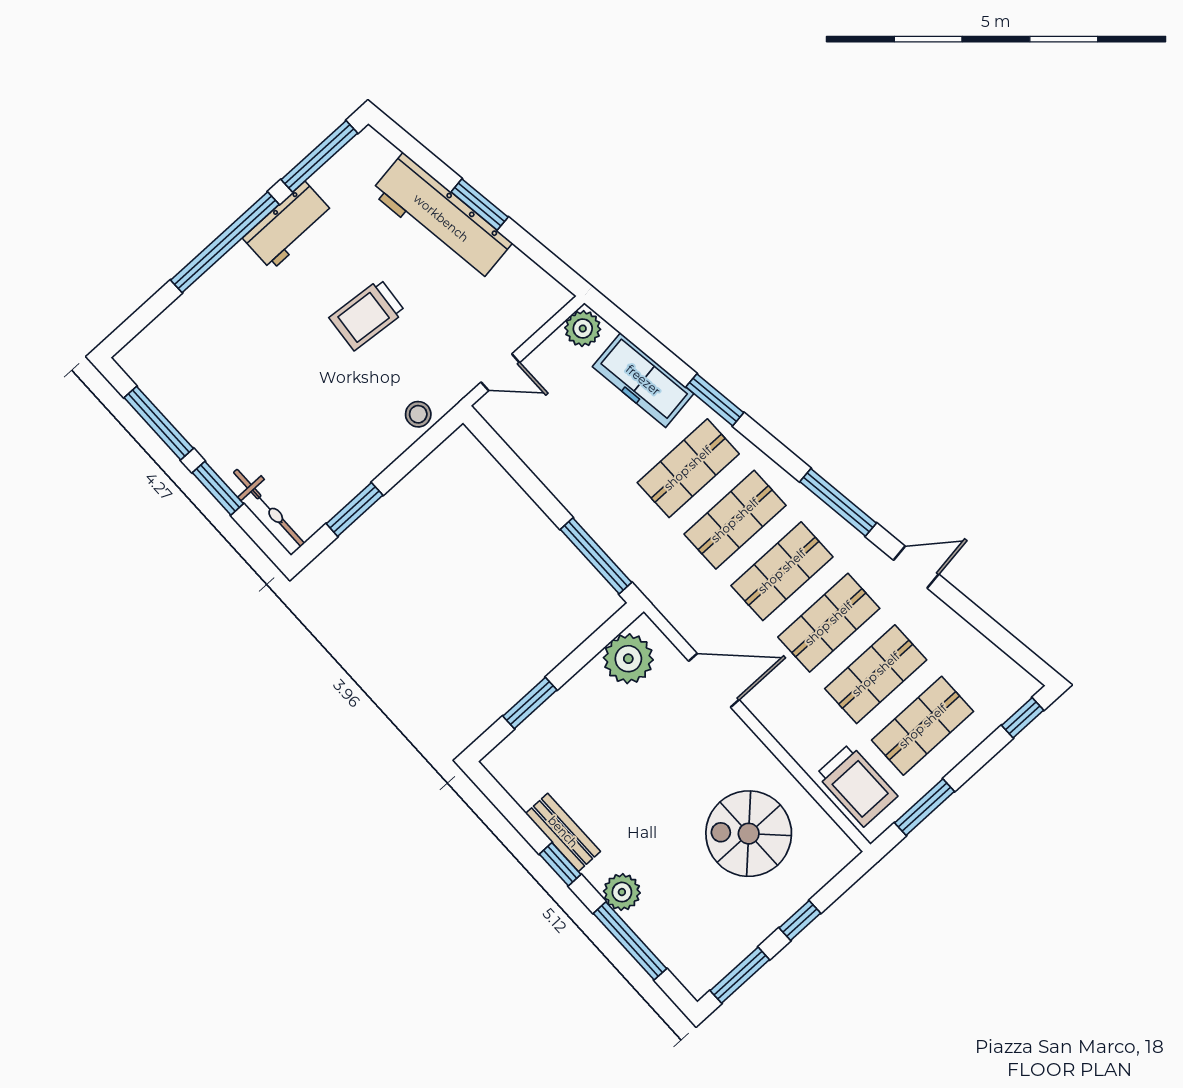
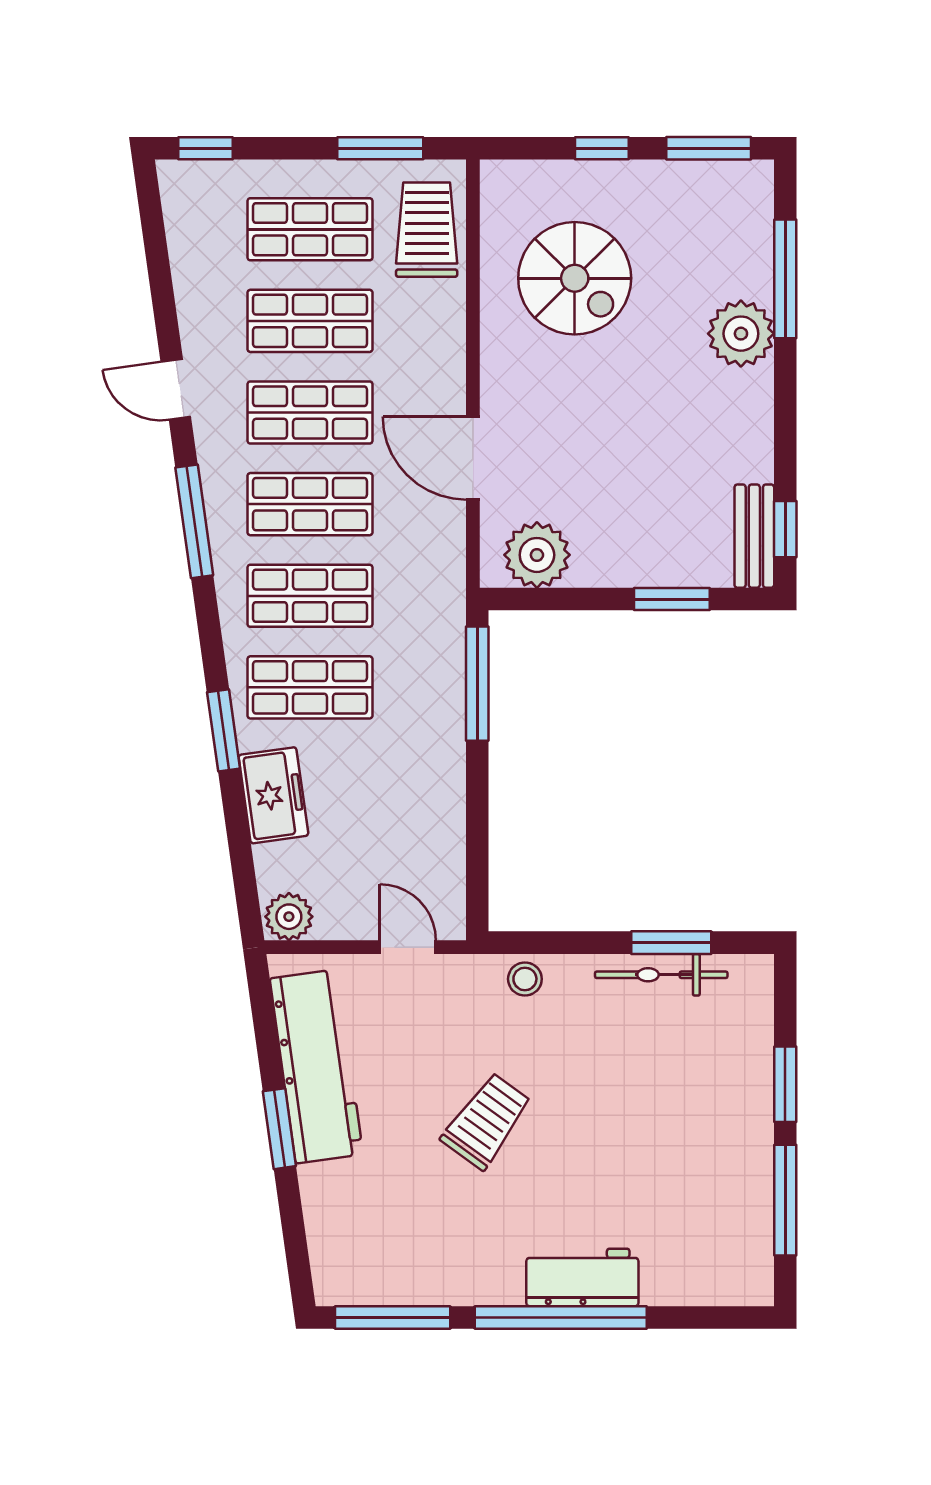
workbench: (441, 218) -> (316, 1066), moved
workbench: (288, 226) -> (582, 1277), moved
trolley: (367, 315) -> (486, 1121), turned -59
freezer: (643, 380) -> (273, 795), width x0.71
bicycle: (269, 508) -> (661, 975), moved, turned -90
bench: (563, 832) -> (754, 536), moved
window: (560, 864) -> (785, 529), moved
plant: (622, 892) -> (741, 334), width x1.36, depth x1.36

